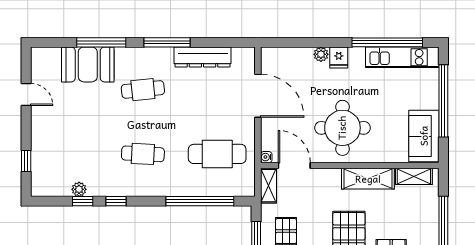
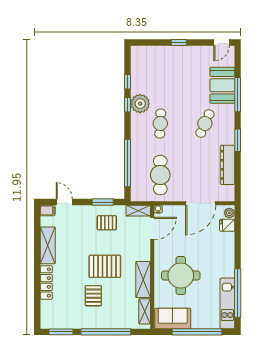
window: (167, 42) -> (238, 140), width x0.69
plant: (321, 54) -> (229, 213), moved
fridge: (339, 58) -> (227, 225), moved
cafe table: (143, 90) -> (205, 123), turned 30
door: (26, 94) -> (222, 42), moved
round table: (342, 128) -> (181, 276), moved
window: (26, 161) -> (179, 42), moved
plant: (79, 189) -> (140, 104), moved, width x1.88, depth x1.88

